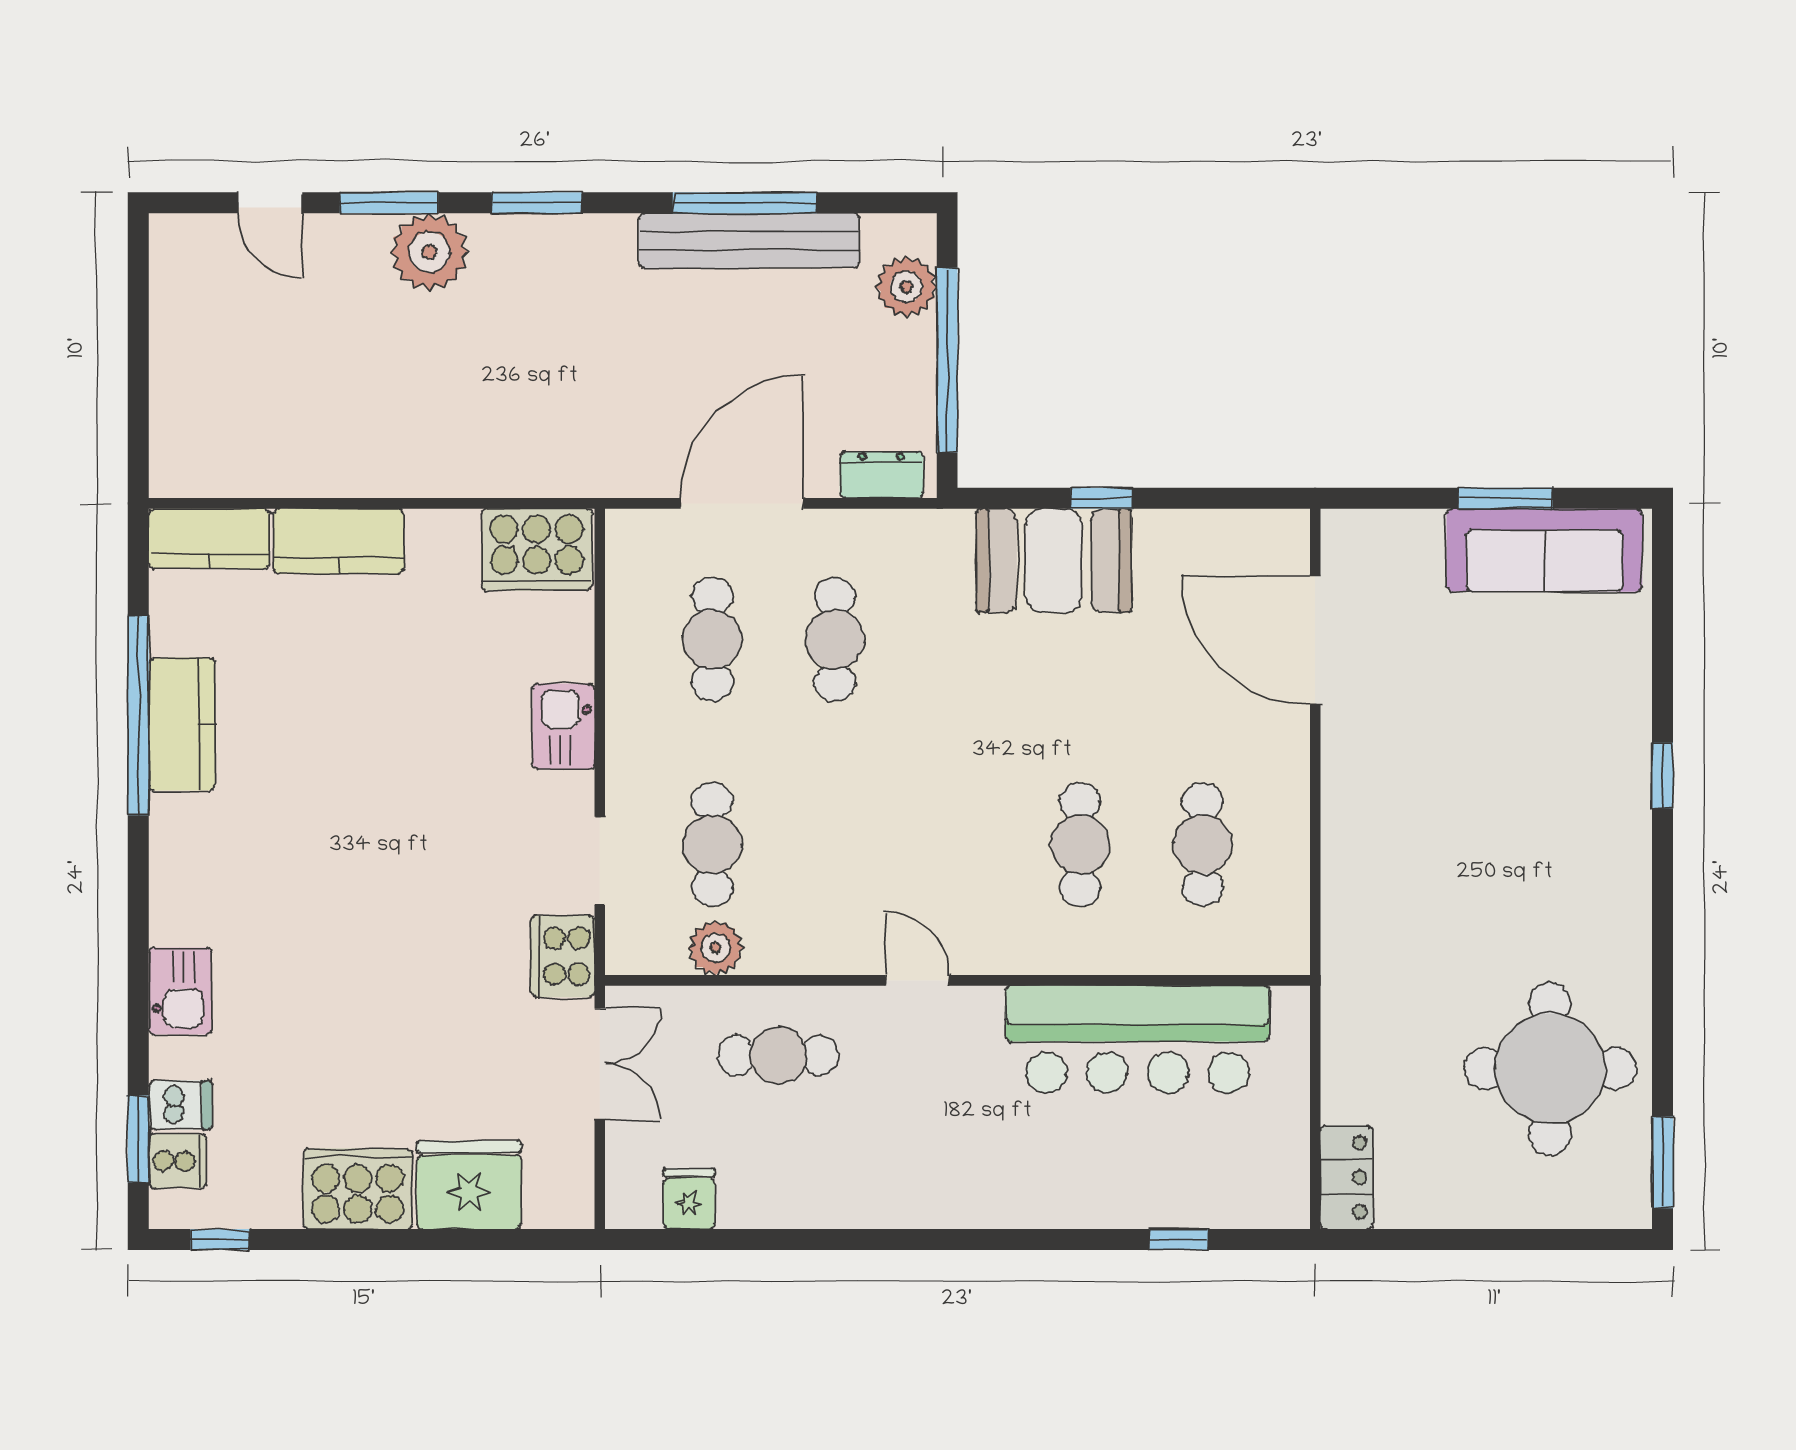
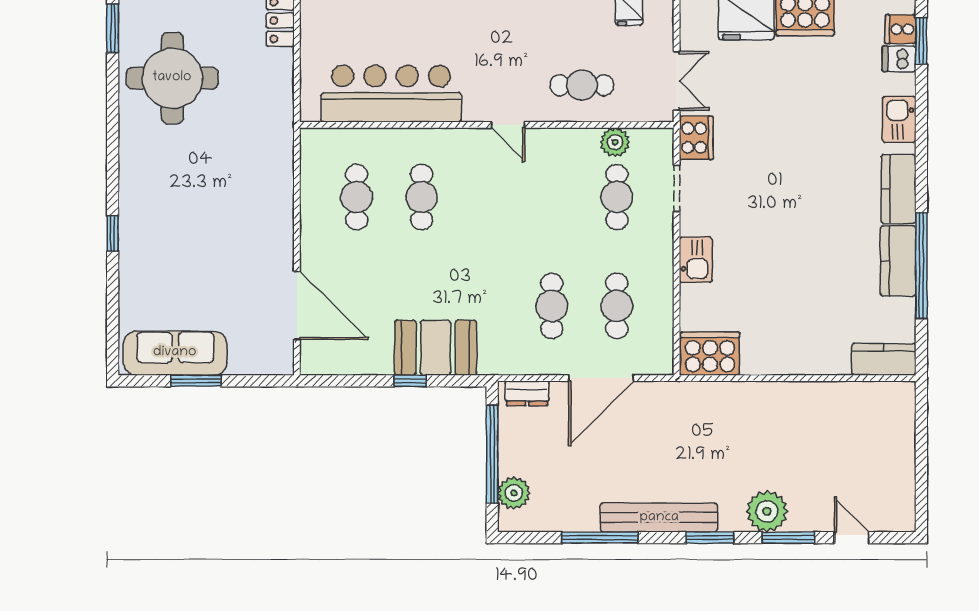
bench: (749, 241) -> (659, 518), moved
kitchen counter: (339, 541) -> (899, 189), moved, turned -90
double door: (600, 1064) -> (677, 81), swing flipped

